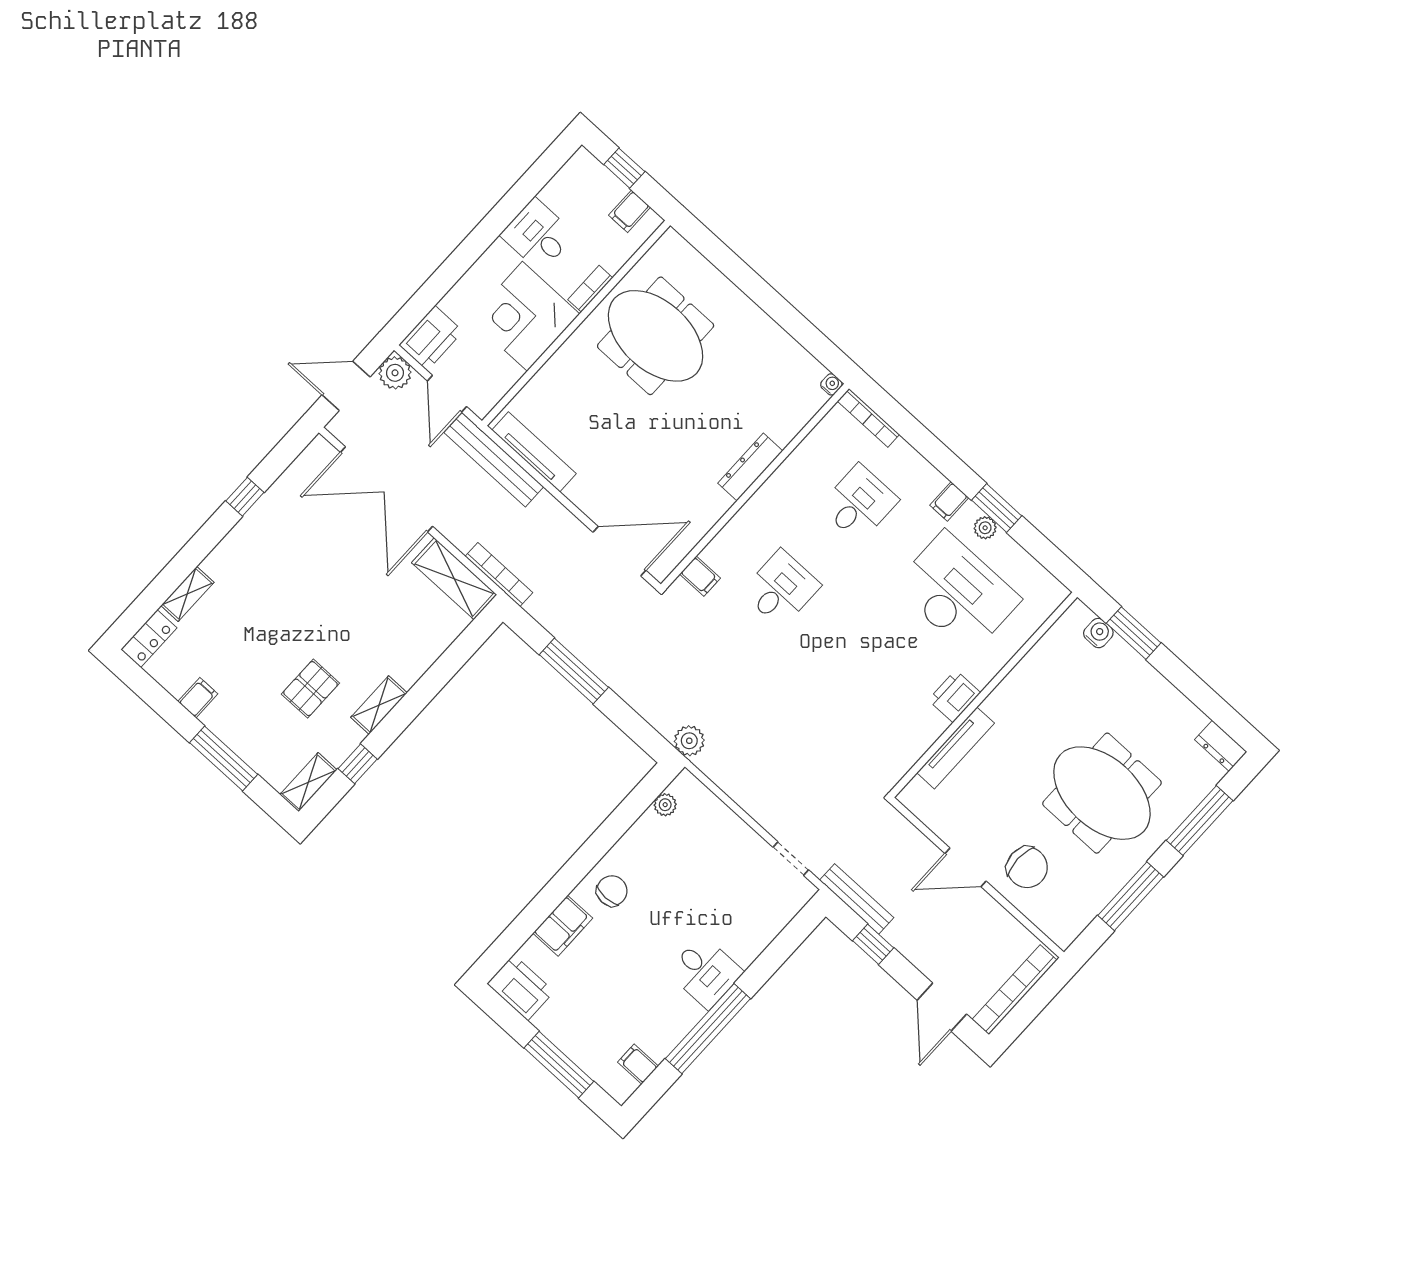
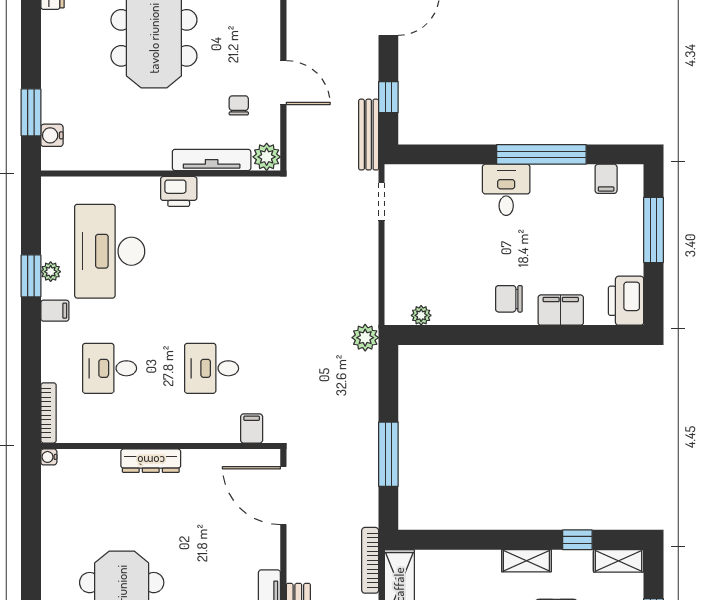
plant: (916, 796) -> (267, 157), added
chair: (1027, 867) -> (239, 105), moved, width x0.54, depth x0.54

